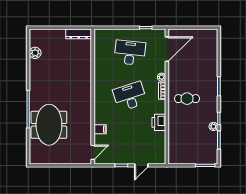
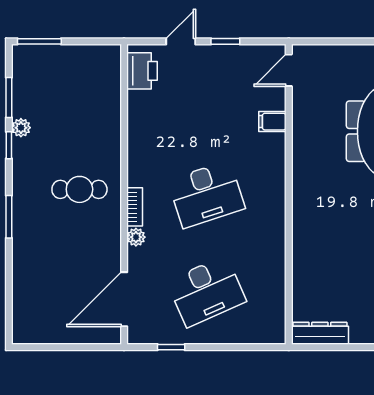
desk: (130, 53) -> (206, 291), turned -30
printer: (159, 122) -> (142, 71), moved

